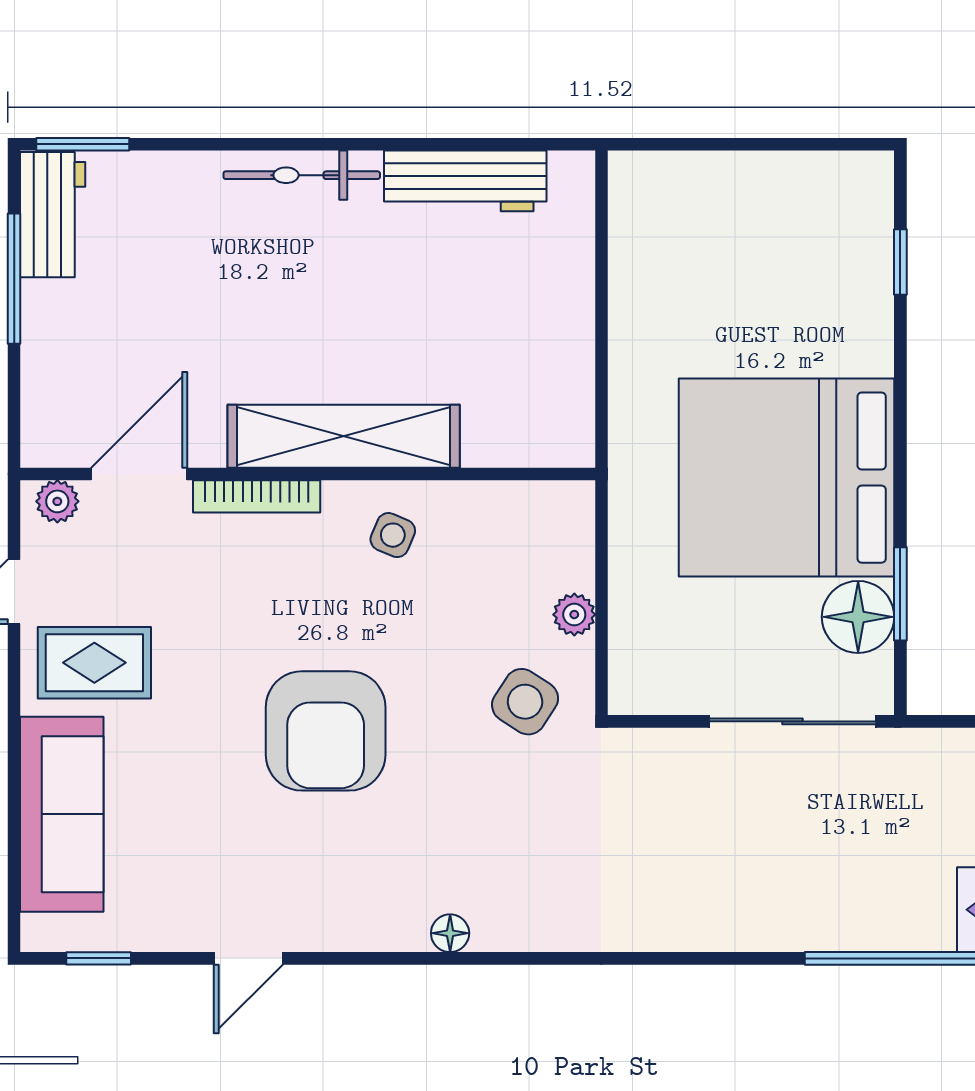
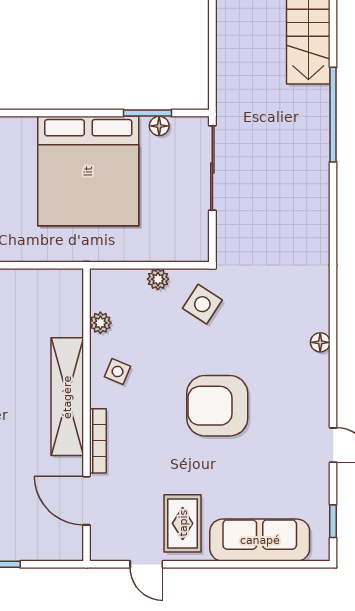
plant: (57, 501) -> (100, 323), moved
floor lamp: (858, 617) -> (159, 126), width x0.53, depth x0.53
armchair: (326, 731) -> (217, 406), turned 180

